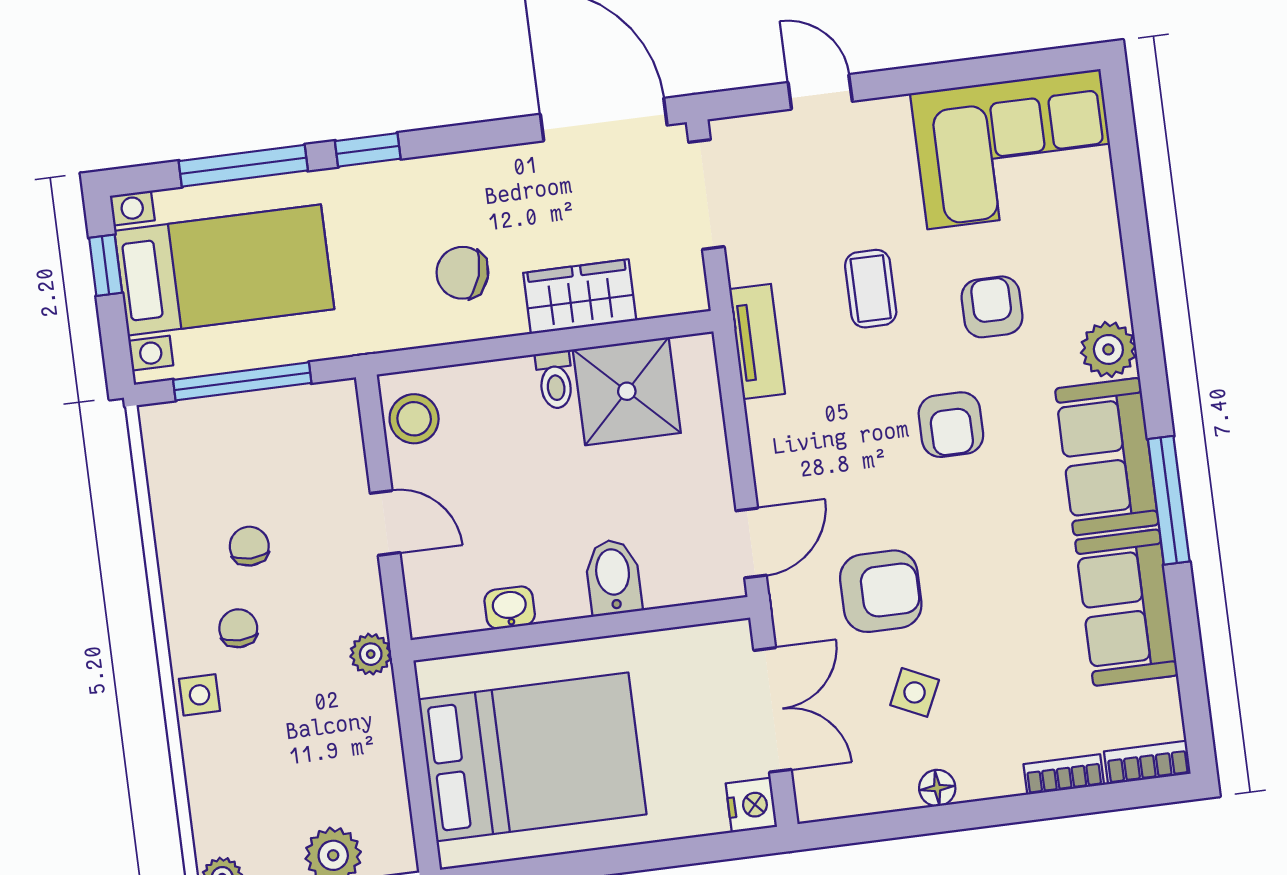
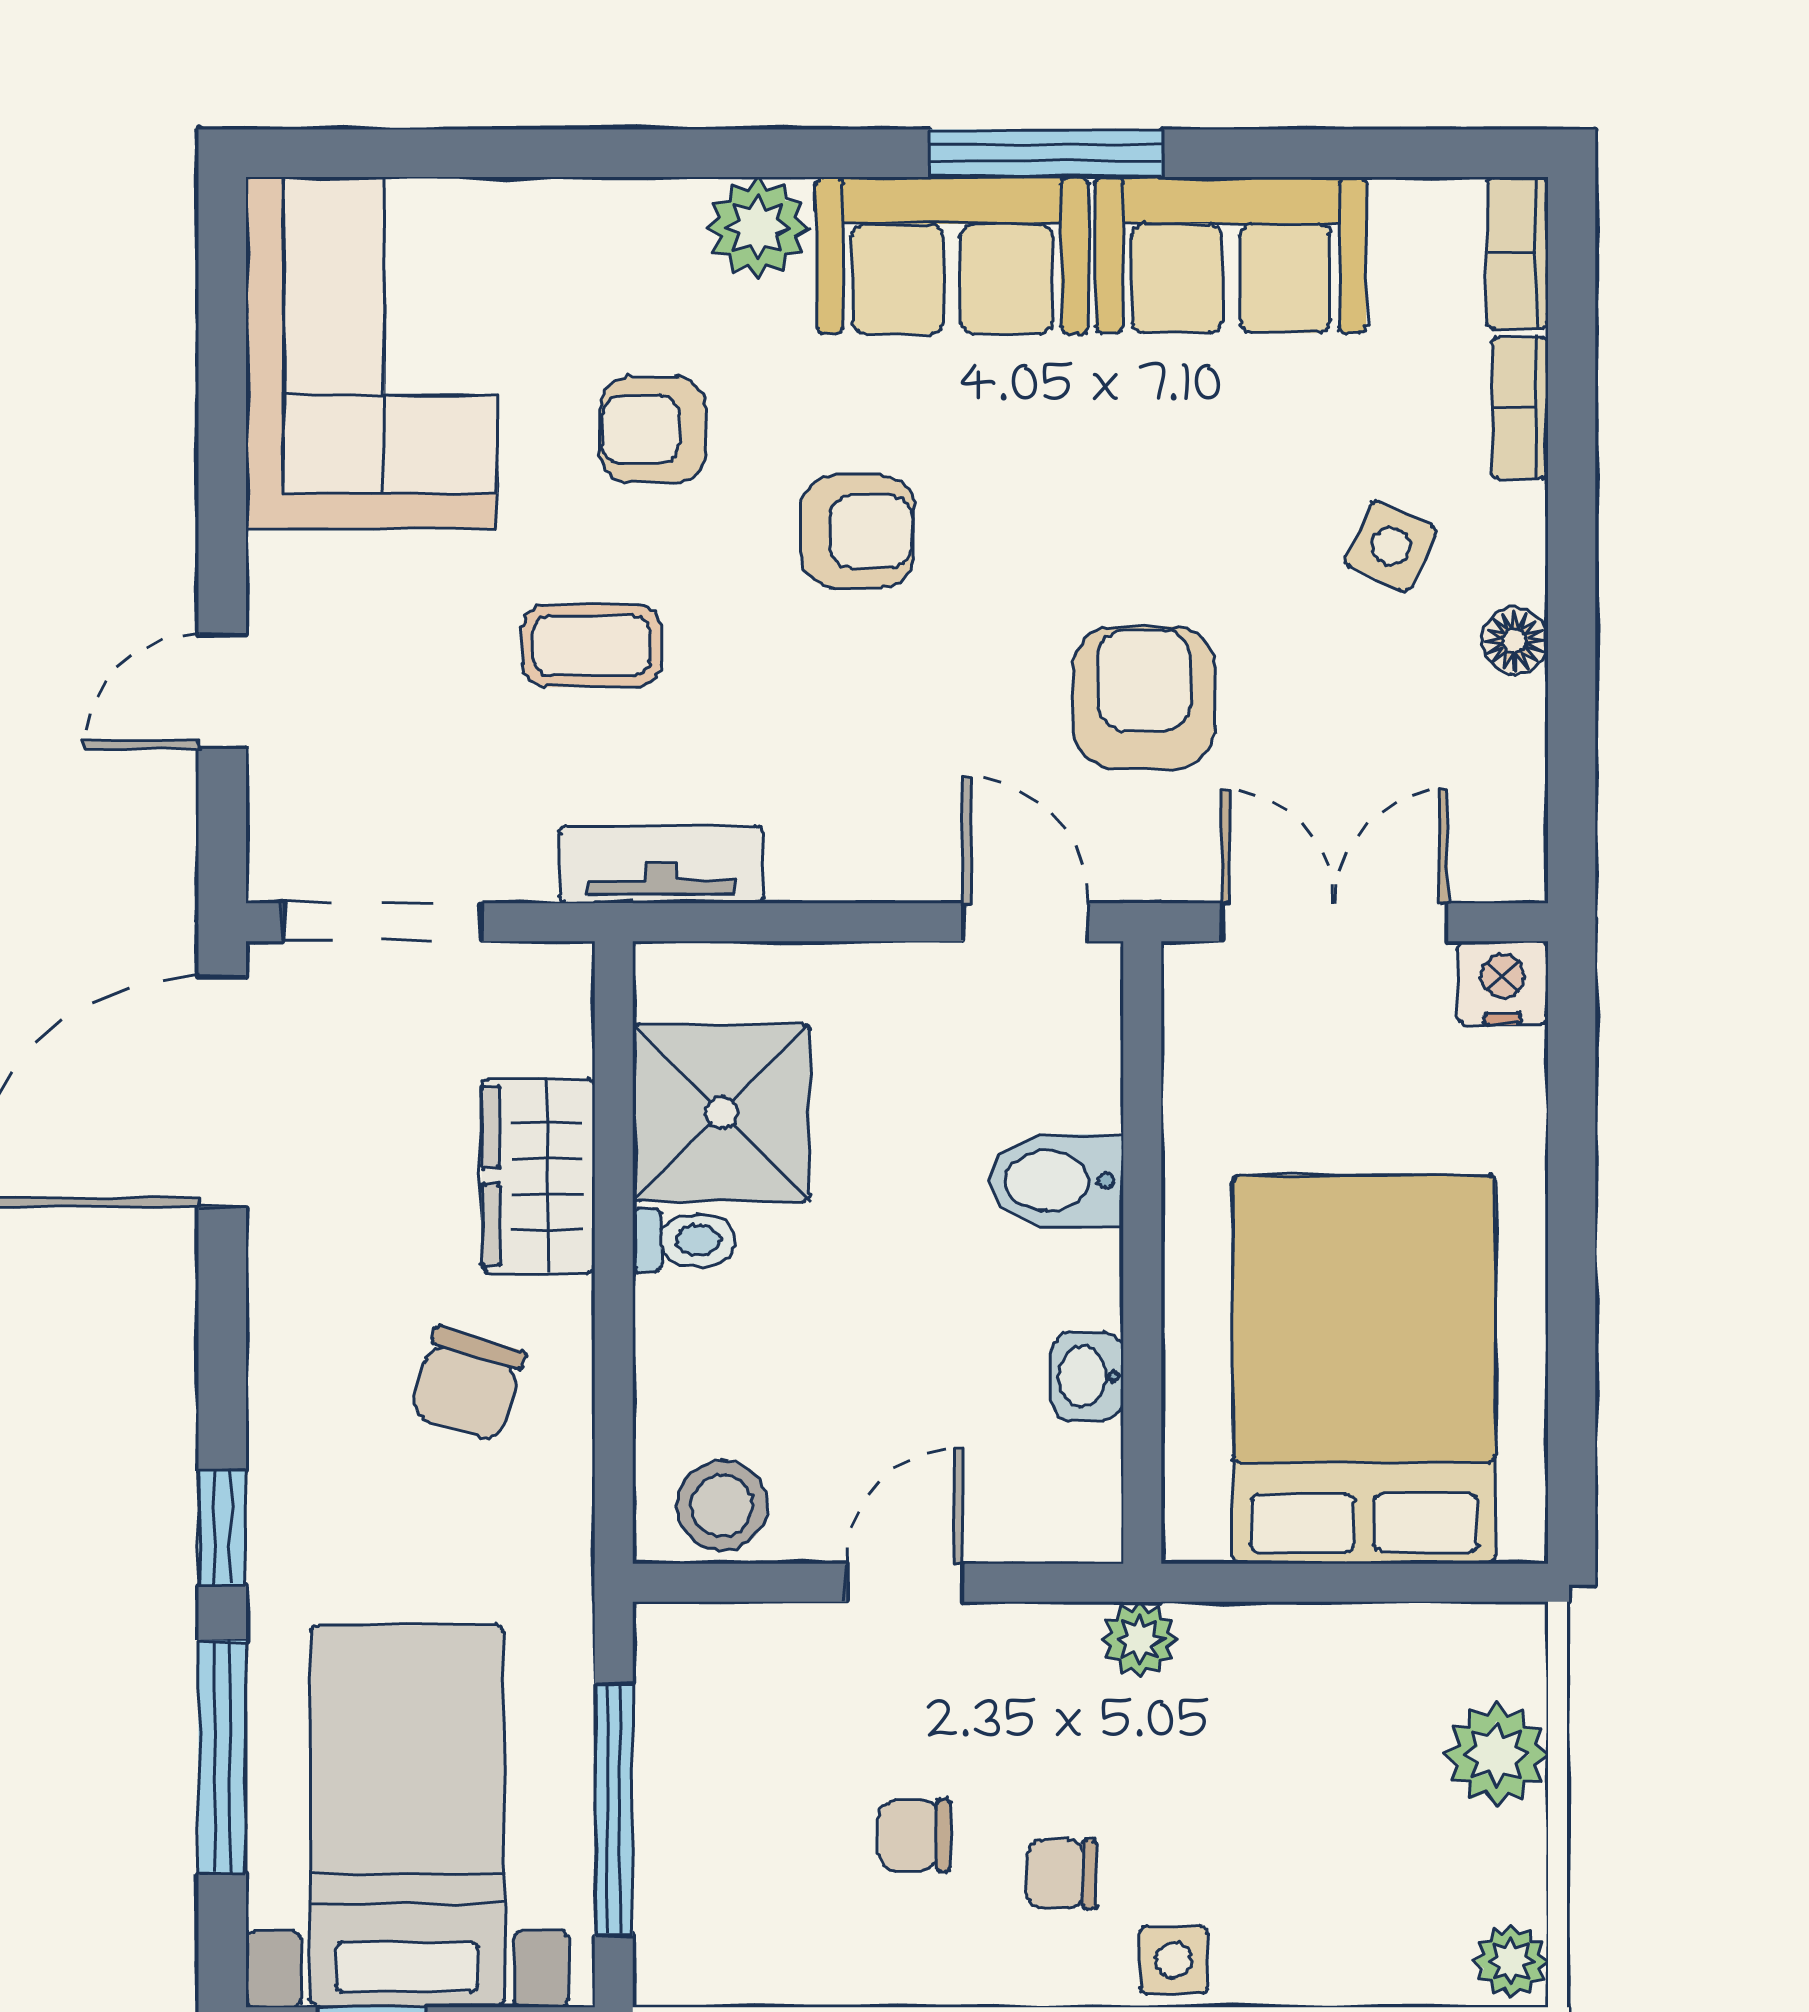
side table: (915, 692) -> (1391, 546), moved

